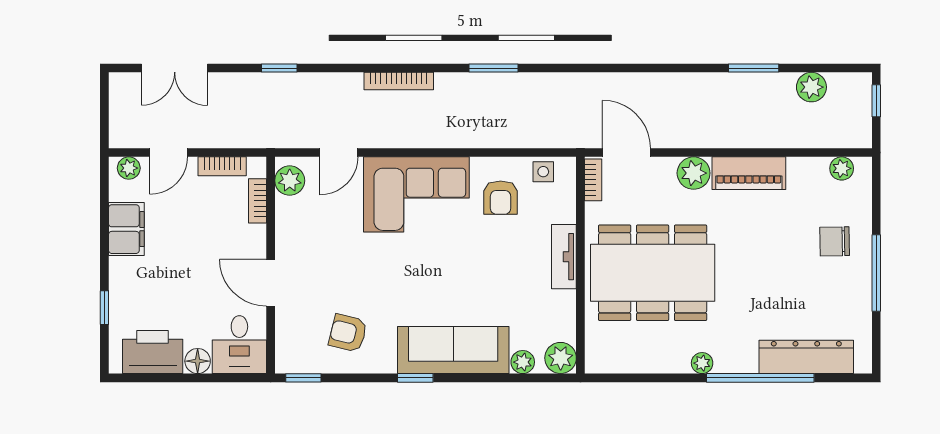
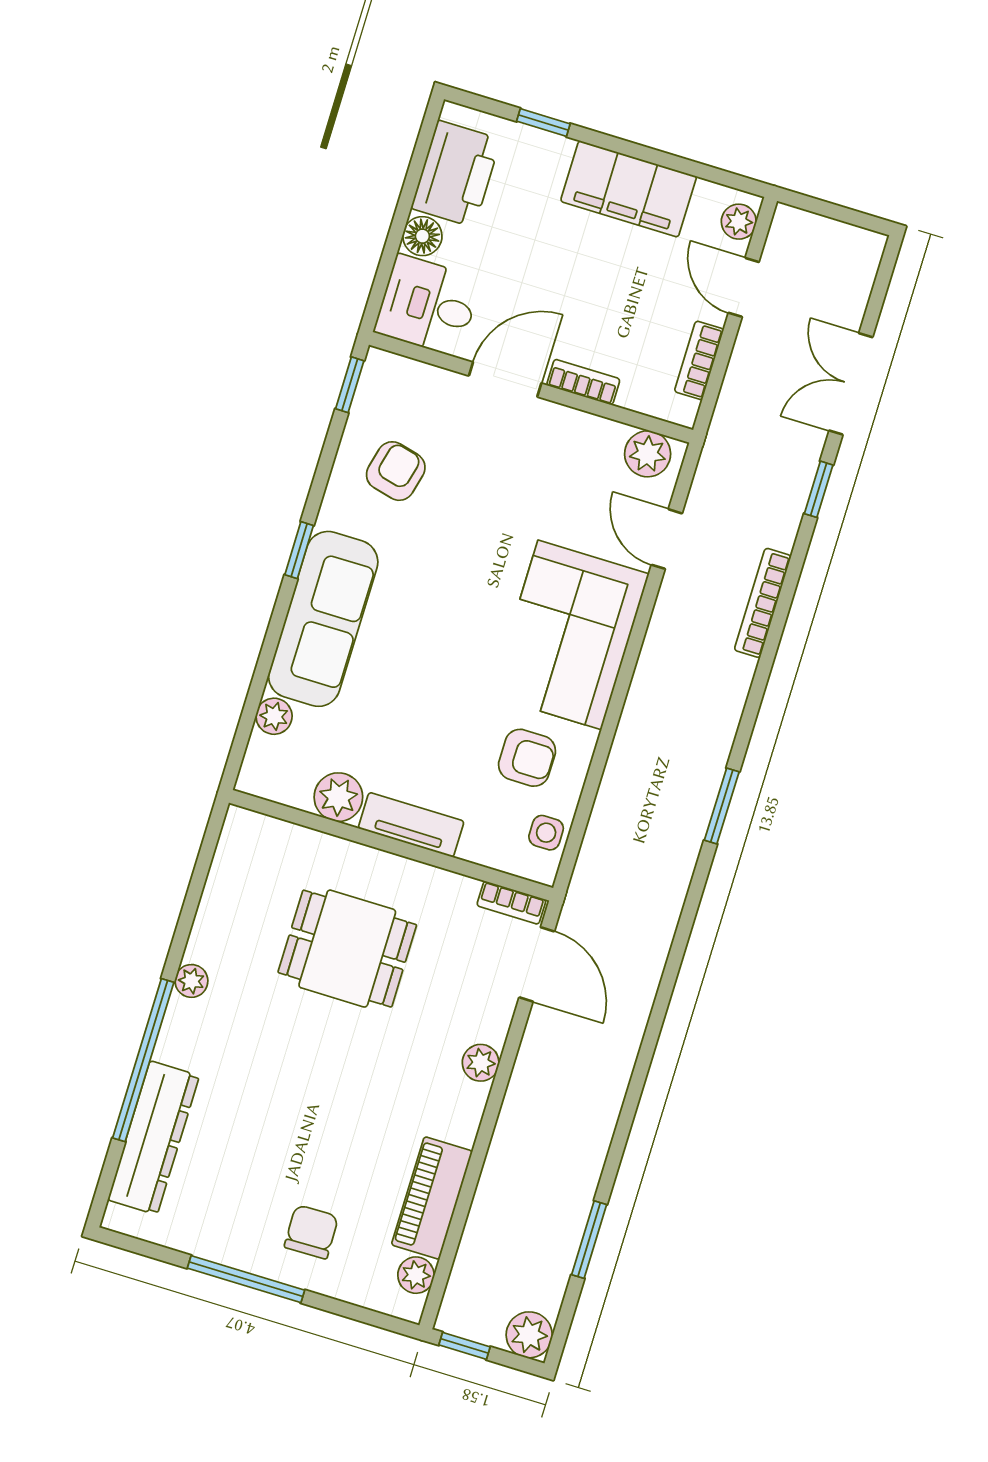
double door: (175, 68) -> (851, 384), moved
window: (754, 68) -> (589, 1240), moved
bookcase: (399, 81) -> (763, 603), moved
plant: (811, 87) -> (529, 1335), moved
window: (876, 101) -> (464, 1346), moved
door: (627, 153) -> (537, 964), hinge flipped
plant: (694, 173) -> (481, 1063), width x0.73, depth x0.73
piano: (749, 173) -> (432, 1198), moved
armchair: (501, 198) -> (527, 758), turned 180
bookcase: (257, 201) -> (583, 382), moved
filing cabinet: (126, 229) -> (629, 189), width x1.50, depth x1.17
dining table: (653, 273) -> (347, 949), width x0.53, depth x0.80
plant: (561, 358) -> (338, 797), moved

